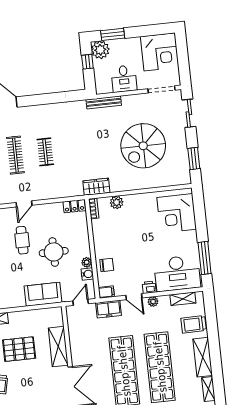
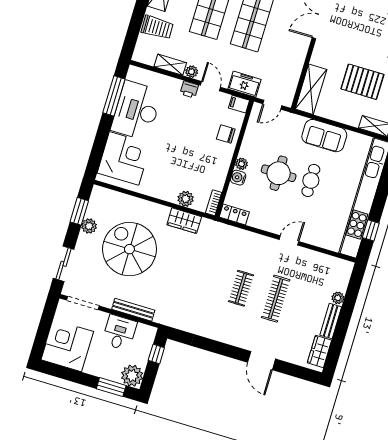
window: (87, 62) -> (156, 354), moved
bench: (104, 102) -> (133, 310), moved
spiral stairs: (143, 146) -> (129, 249), turned -90
plant: (182, 150) -> (89, 226), added
wardrobe: (96, 187) -> (184, 221), moved
cafe table: (22, 240) -> (311, 180), moved
plant: (87, 262) -> (242, 164), moved
desk: (177, 273) -> (137, 111), moved, turned -90
water cooler: (87, 274) -> (238, 178), moved
sofa: (43, 294) -> (324, 136), moved
shelving: (183, 299) -> (170, 65), moved
shelving: (58, 347) -> (311, 89), moved

